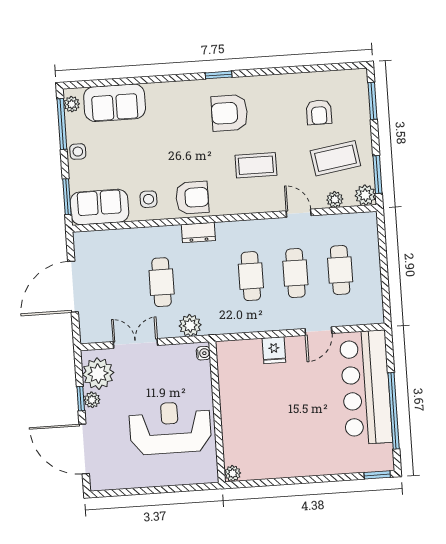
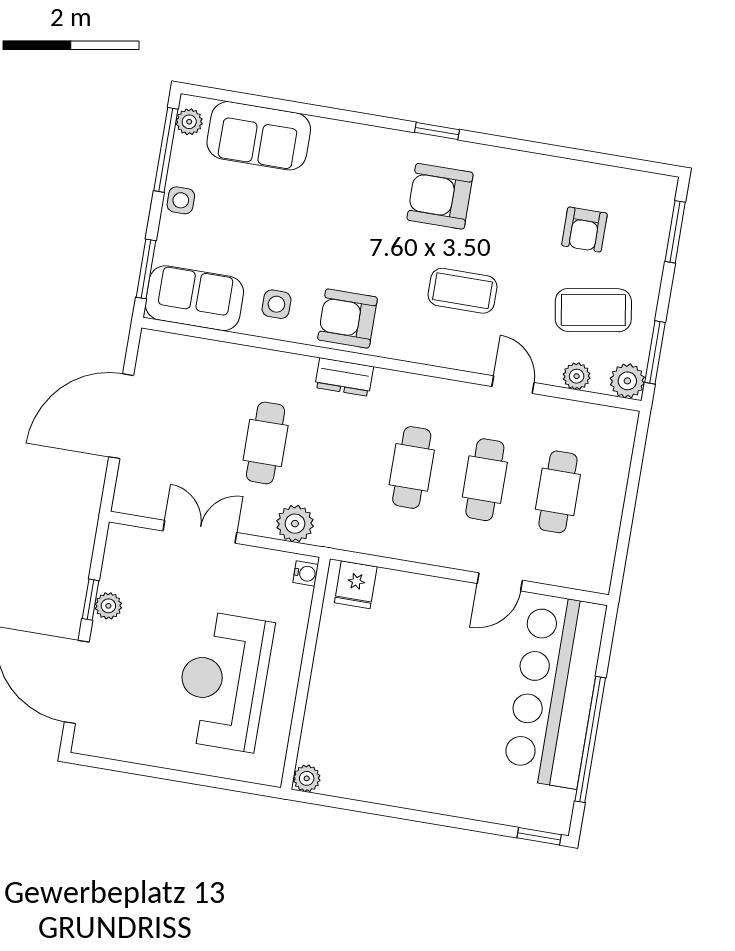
armchair: (192, 198) -> (348, 318), turned 180
fridge: (274, 350) -> (356, 585), moved
plant: (98, 374) -> (128, 566), removed
reception desk: (170, 428) -> (224, 681), turned -90

